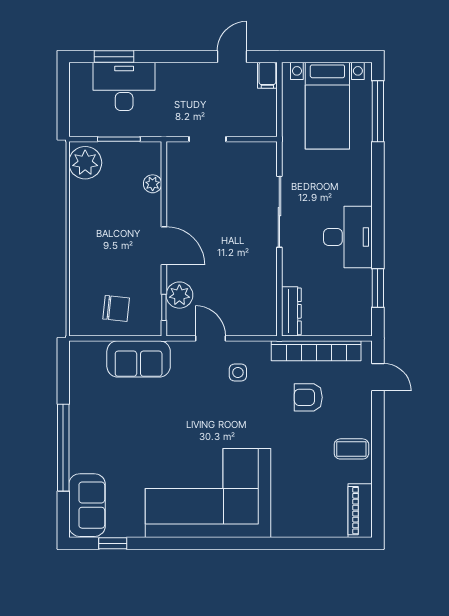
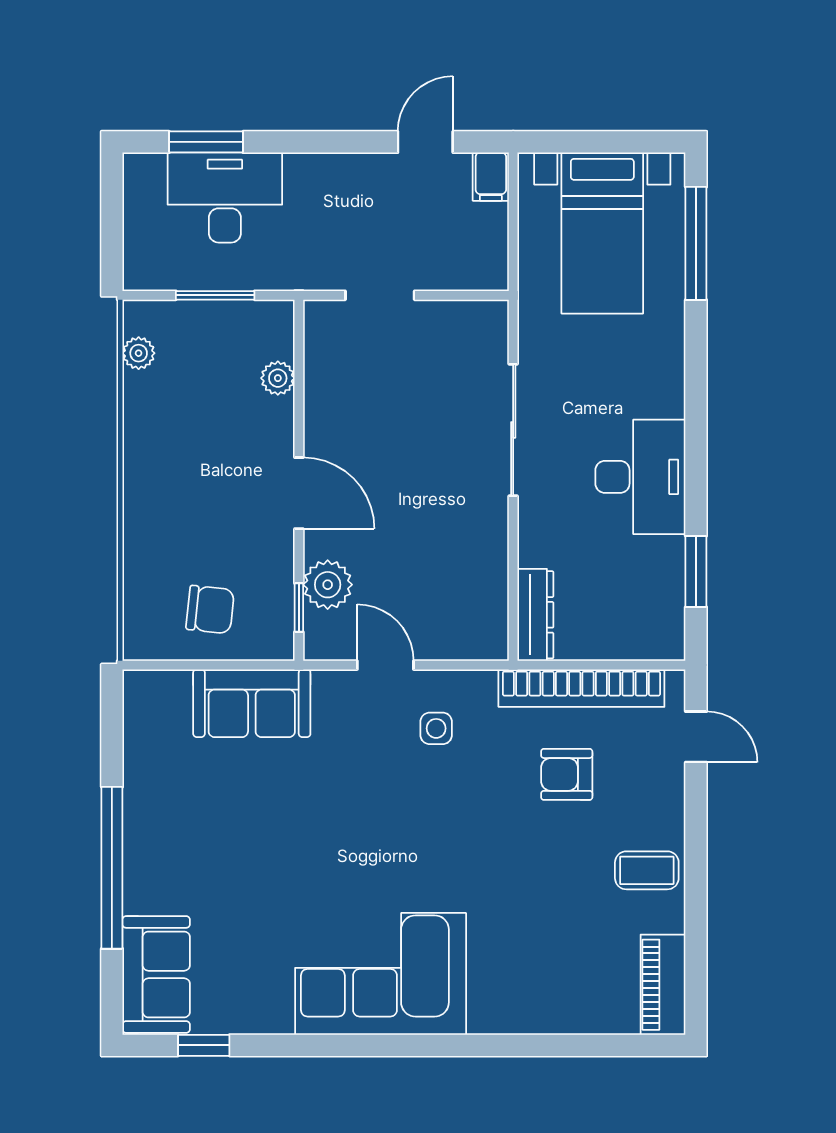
plant: (85, 163) -> (139, 353), width x0.53, depth x0.53
corner sofa: (208, 493) -> (381, 974), width x0.73, depth x0.74

